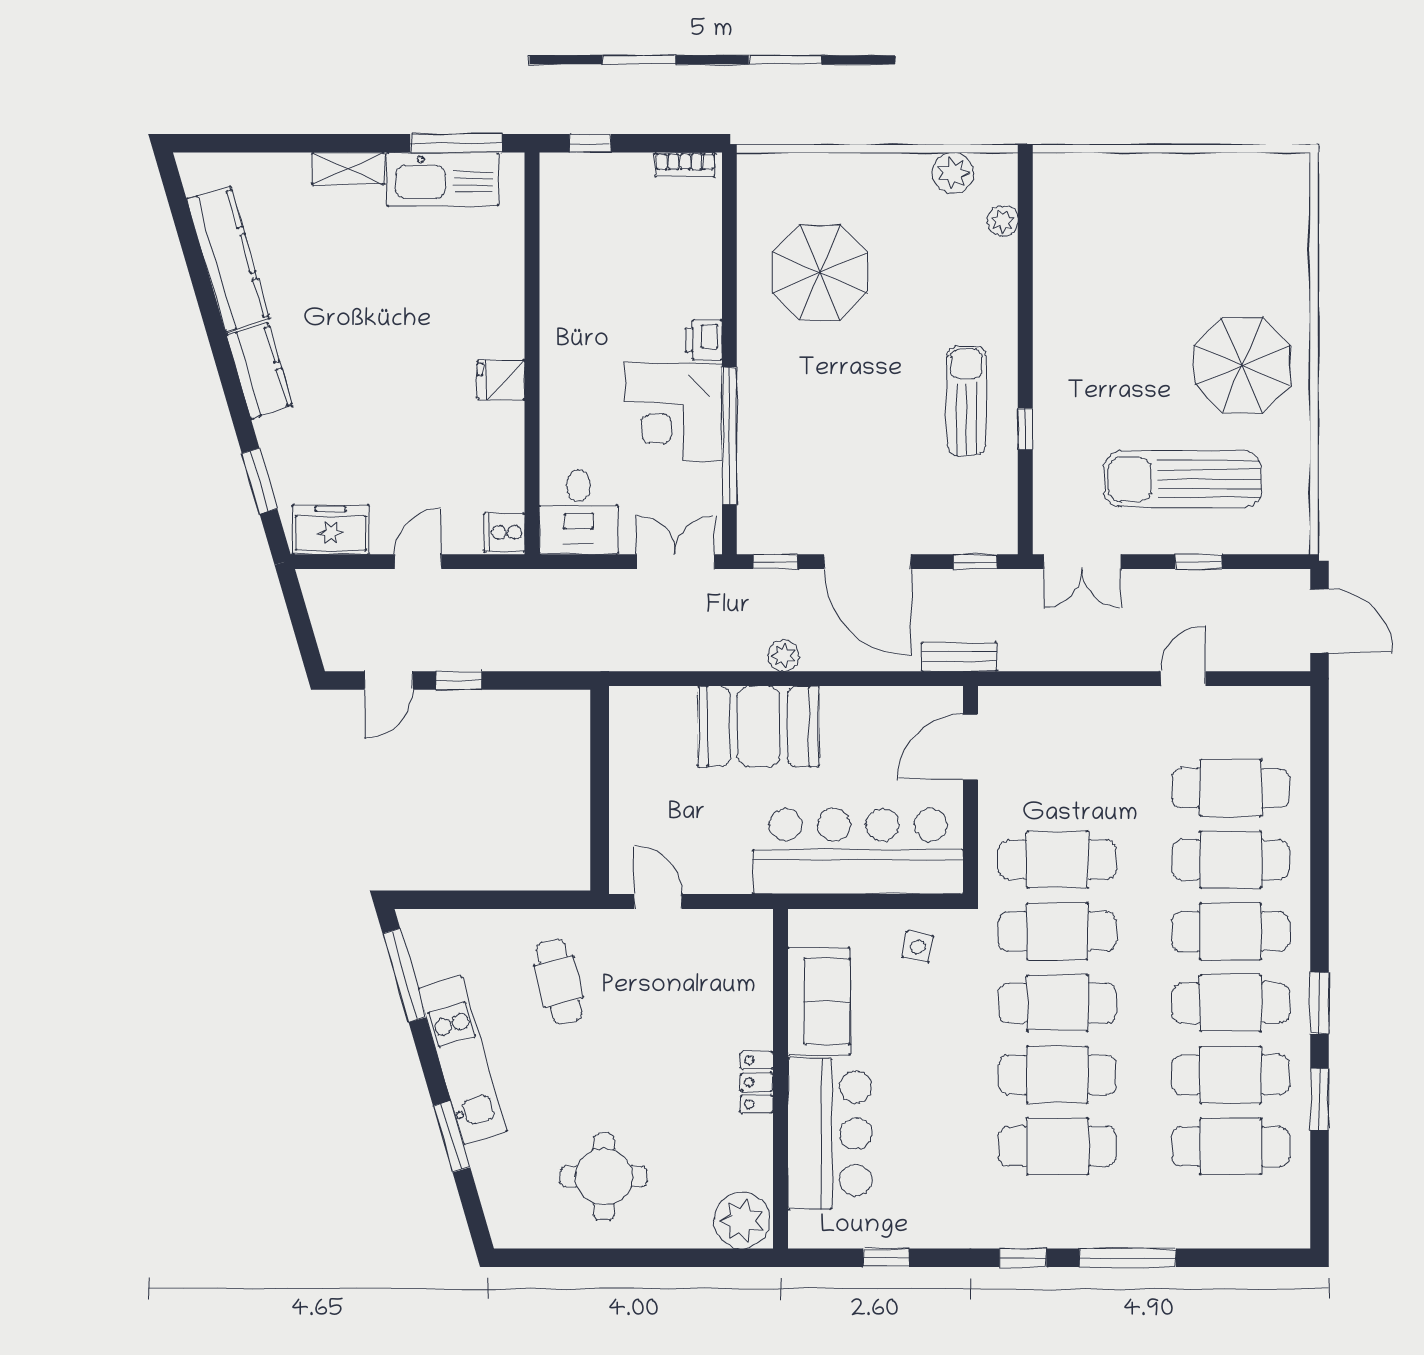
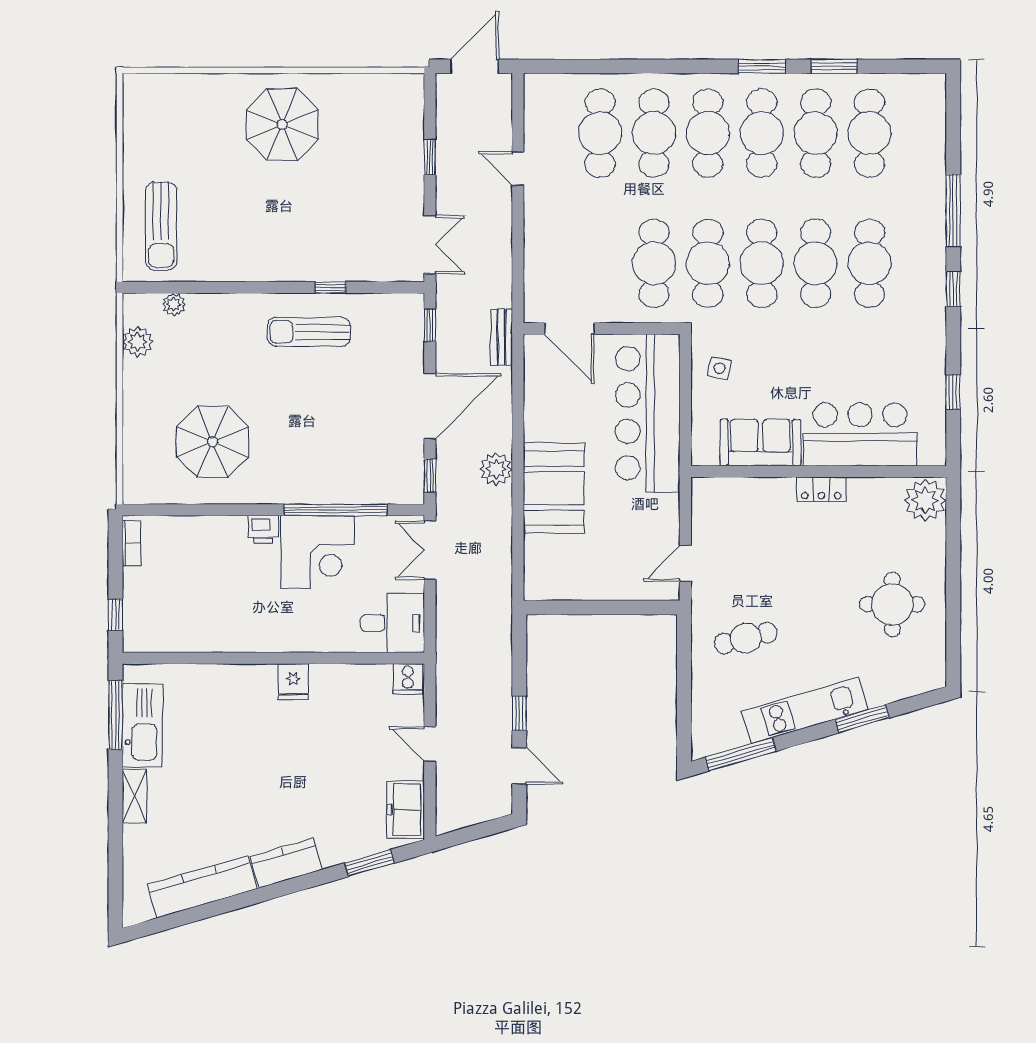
sun lounger: (1183, 479) -> (161, 226), moved, width x0.73, depth x0.75
plant: (784, 656) -> (496, 469), width x1.38, depth x1.38

